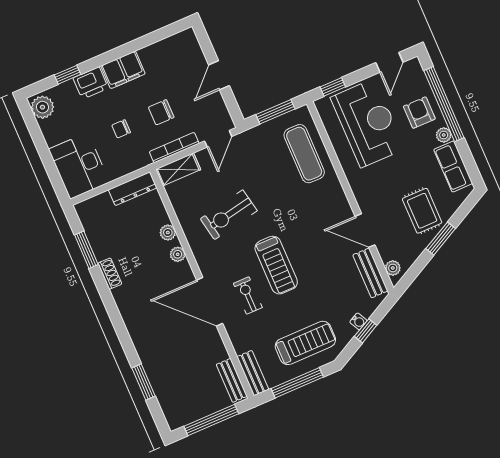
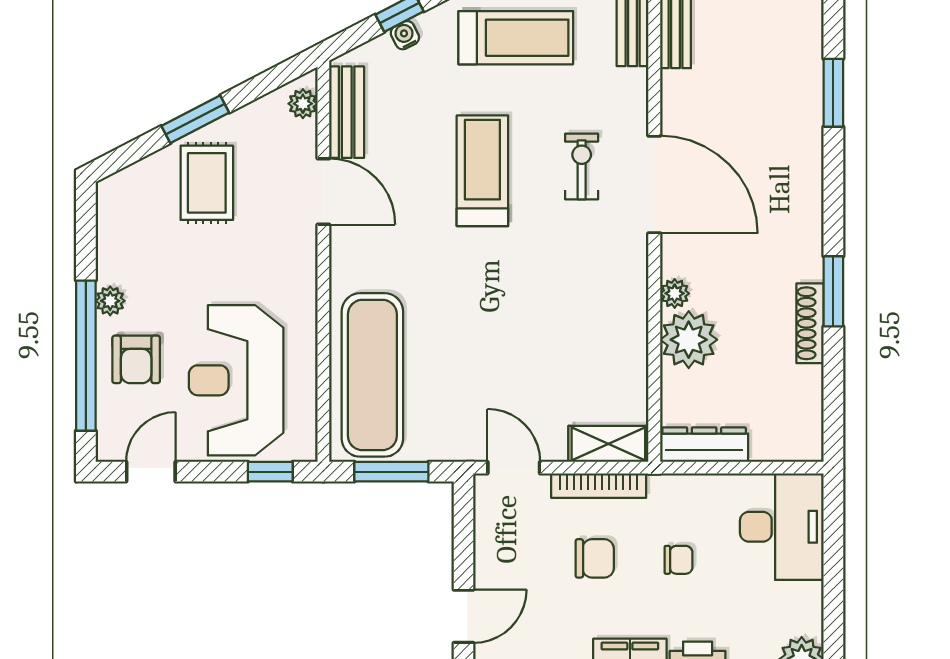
door: (219, 75) -> (464, 616), moved
door: (218, 139) -> (514, 468), hinge flipped
exercise mat: (304, 154) -> (372, 375), width x1.36, depth x1.45
row of seats: (453, 166) -> (117, 238), removed
exercise bike: (229, 215) -> (553, 324), removed
plant: (168, 233) -> (689, 340), width x1.87, depth x1.87
window: (86, 250) -> (833, 291), moved
treadmill: (276, 265) -> (482, 171), moved
shoe rack: (110, 274) -> (810, 323), width x1.43
exercise bike: (248, 295) -> (582, 166), turned 180
treadmill: (305, 343) -> (516, 38), turned 180

